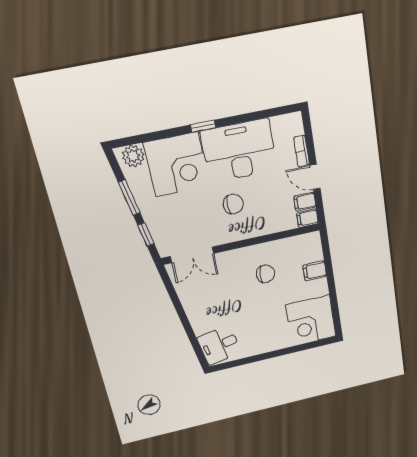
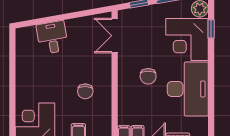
window: (203, 126) -> (211, 29), moved
desk: (219, 345) -> (52, 38), moved

